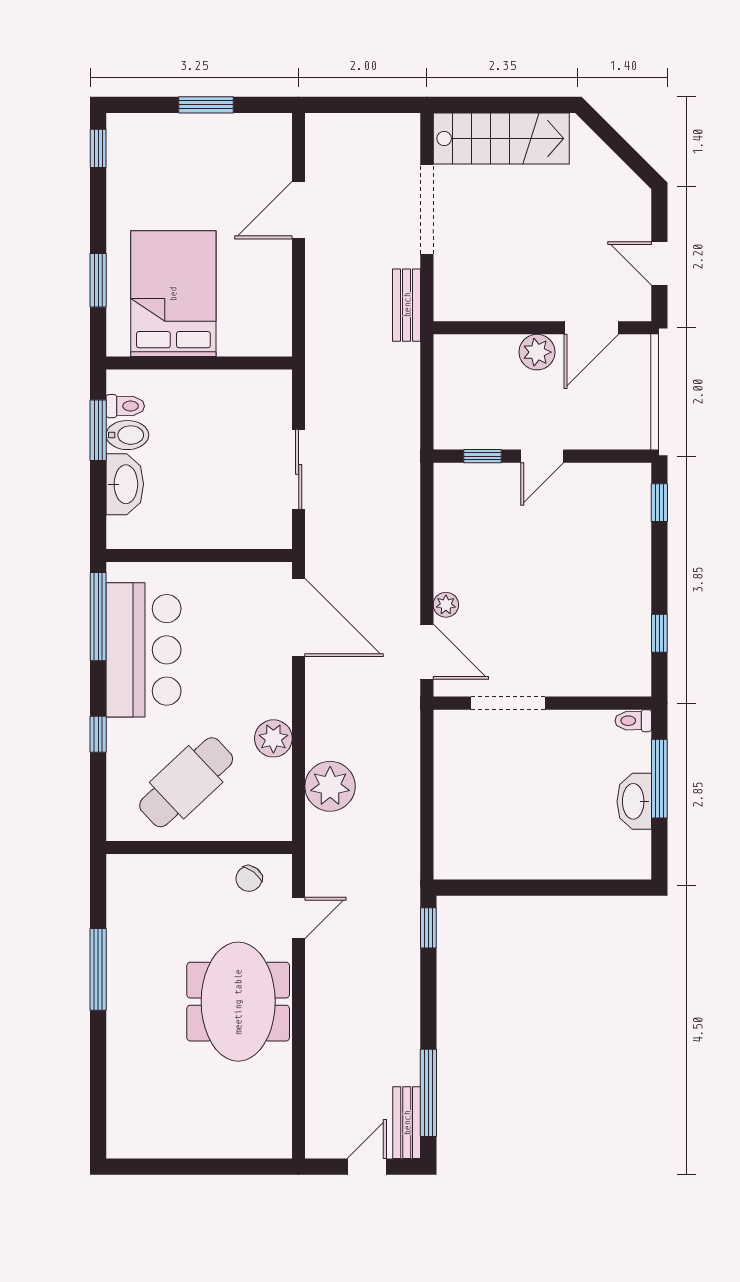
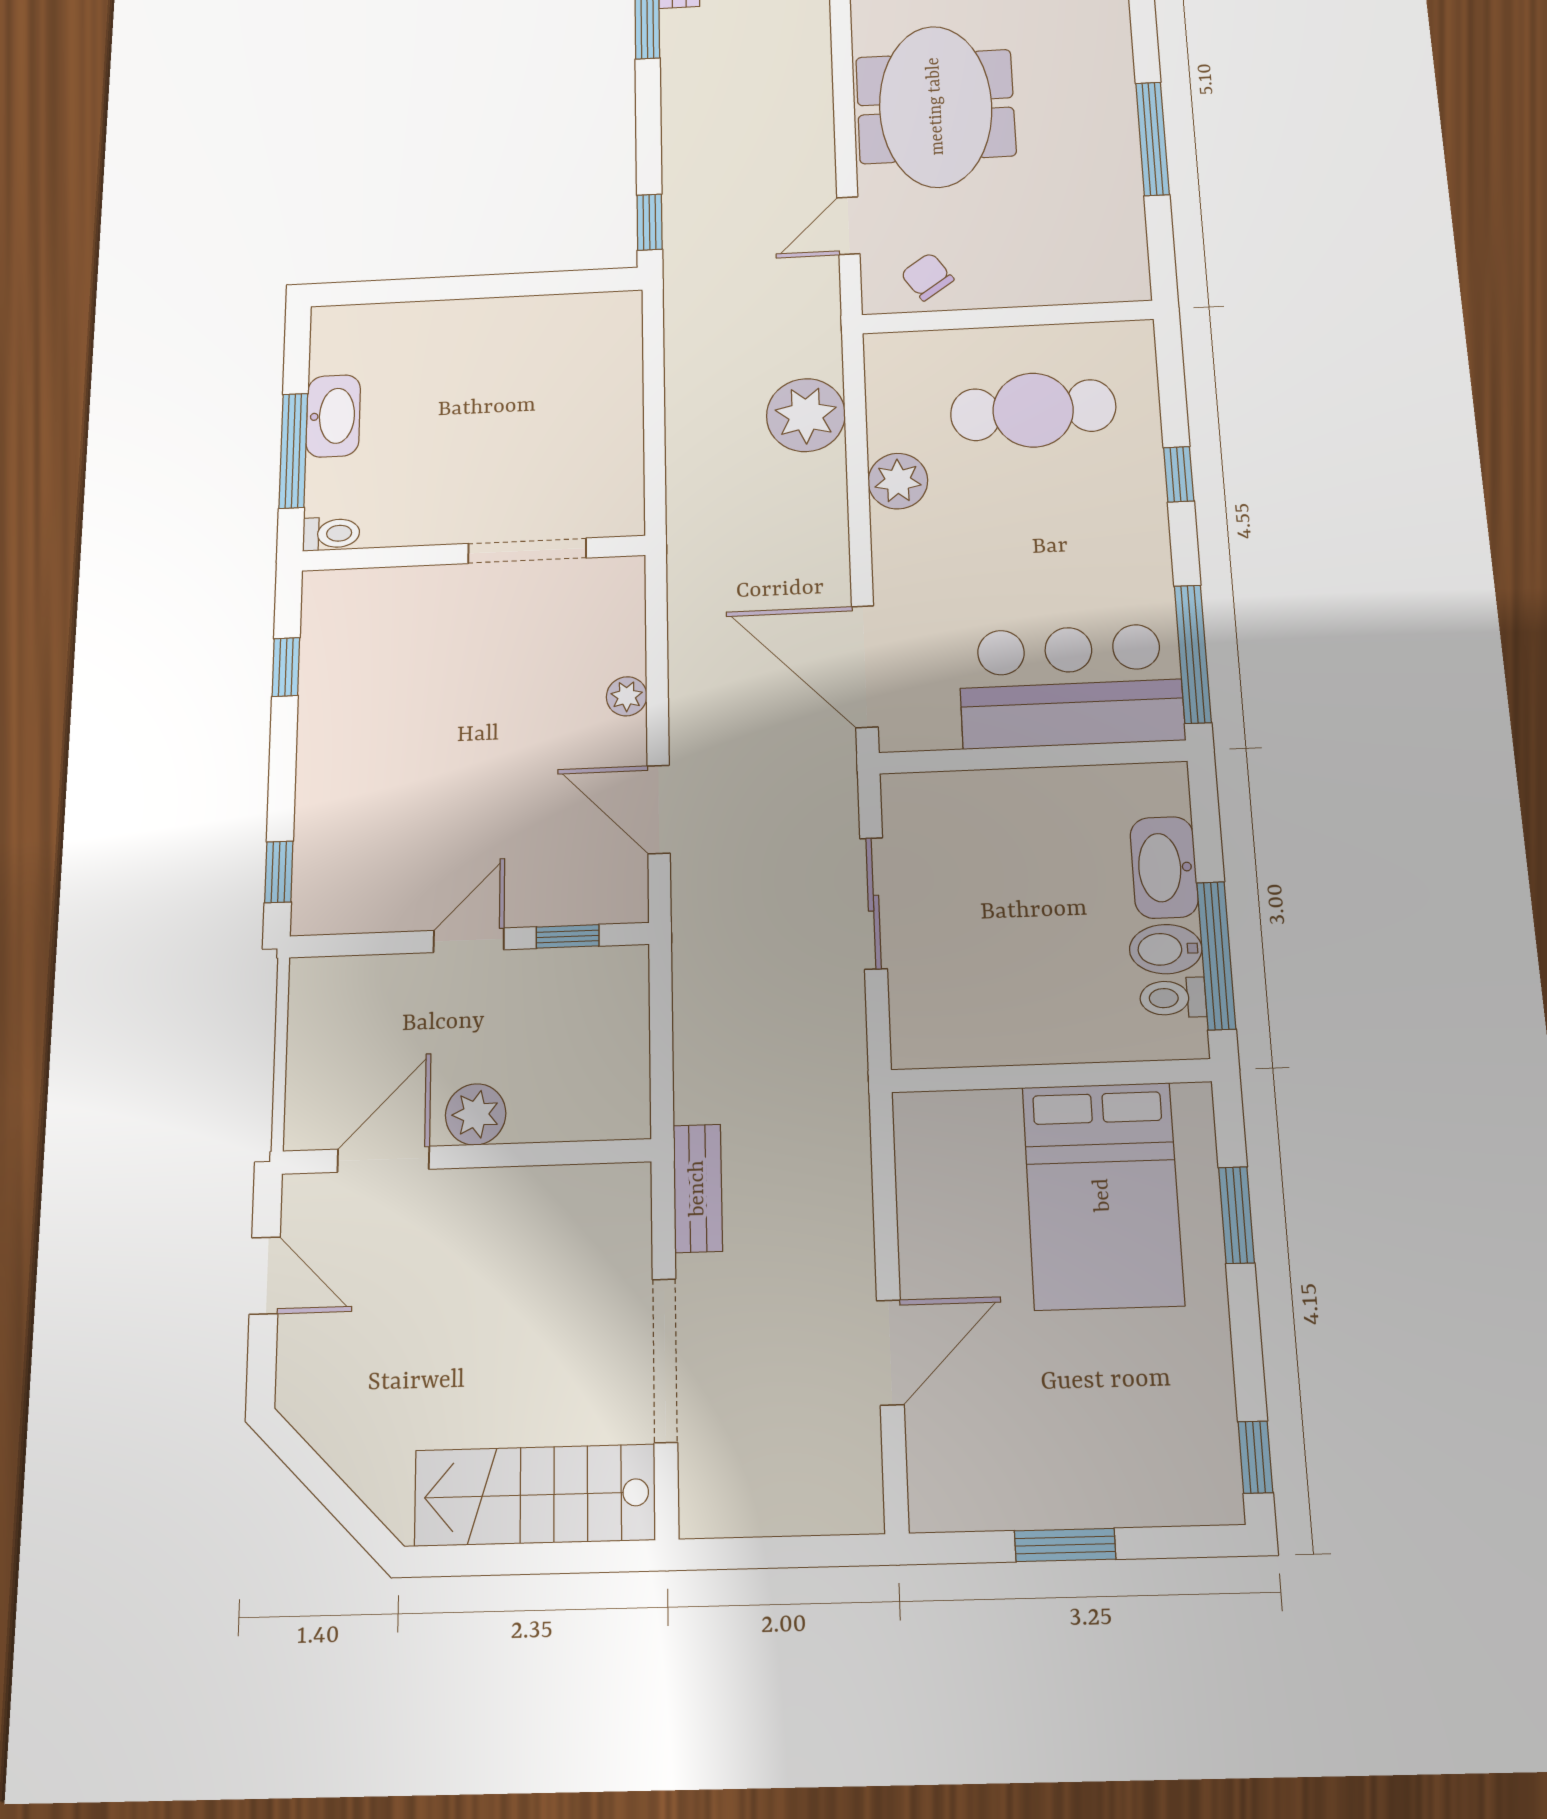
window: (98, 430) -> (1216, 955), width x1.44
bar counter: (143, 650) -> (1071, 686), moved, turned 90
door: (427, 652) -> (659, 809), moved
cafe table: (186, 782) -> (1033, 410), turned 41
chair: (249, 879) -> (927, 277), turned -73

